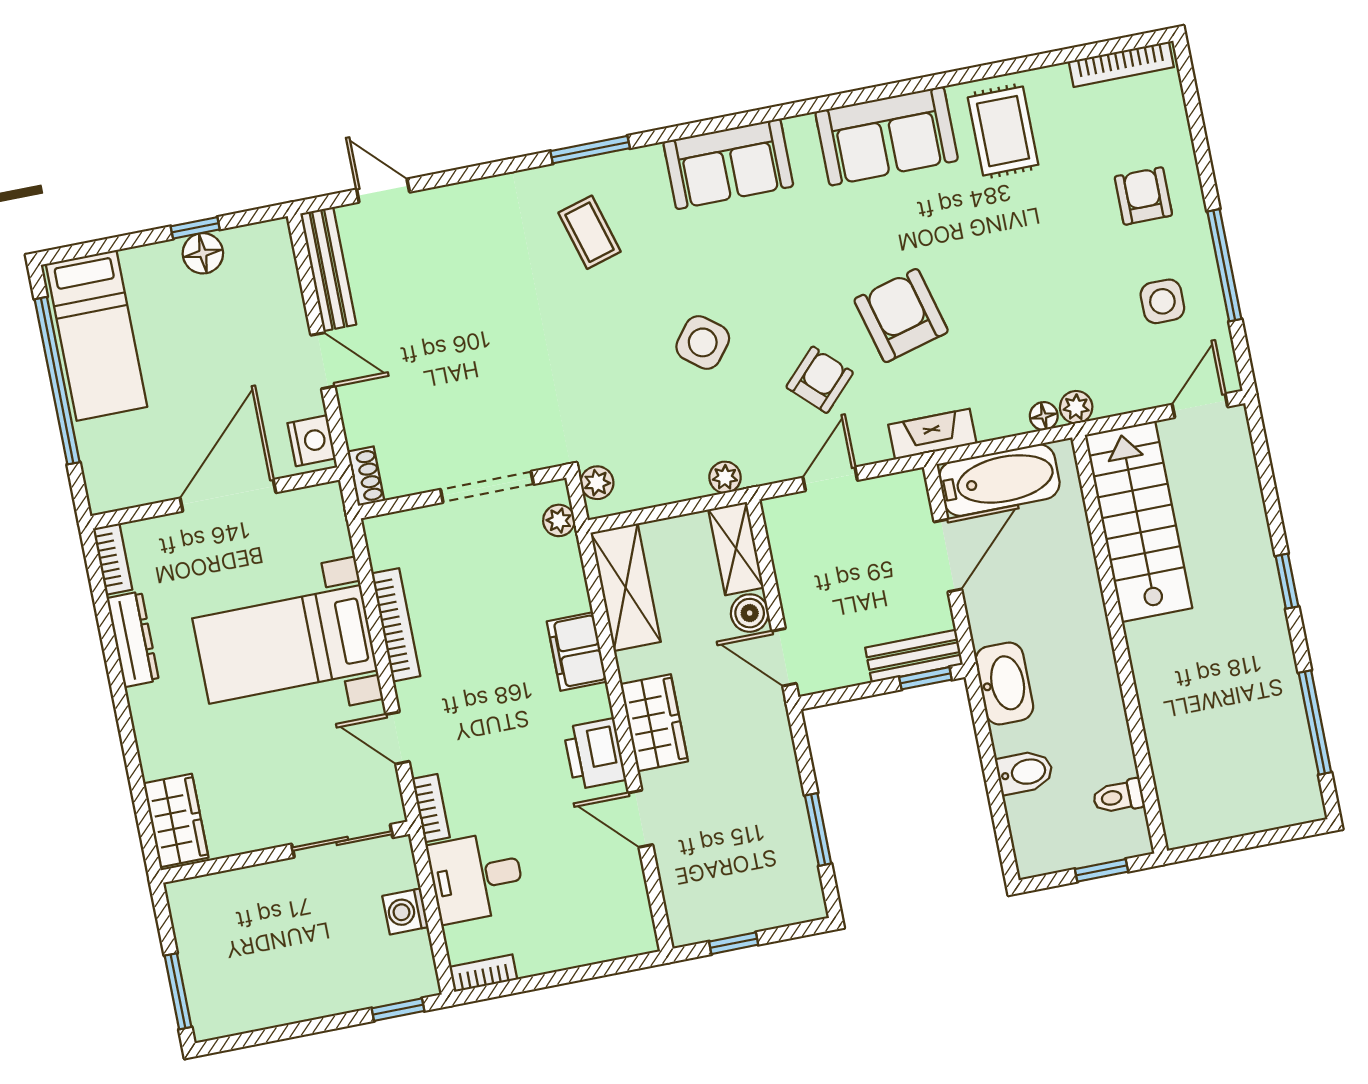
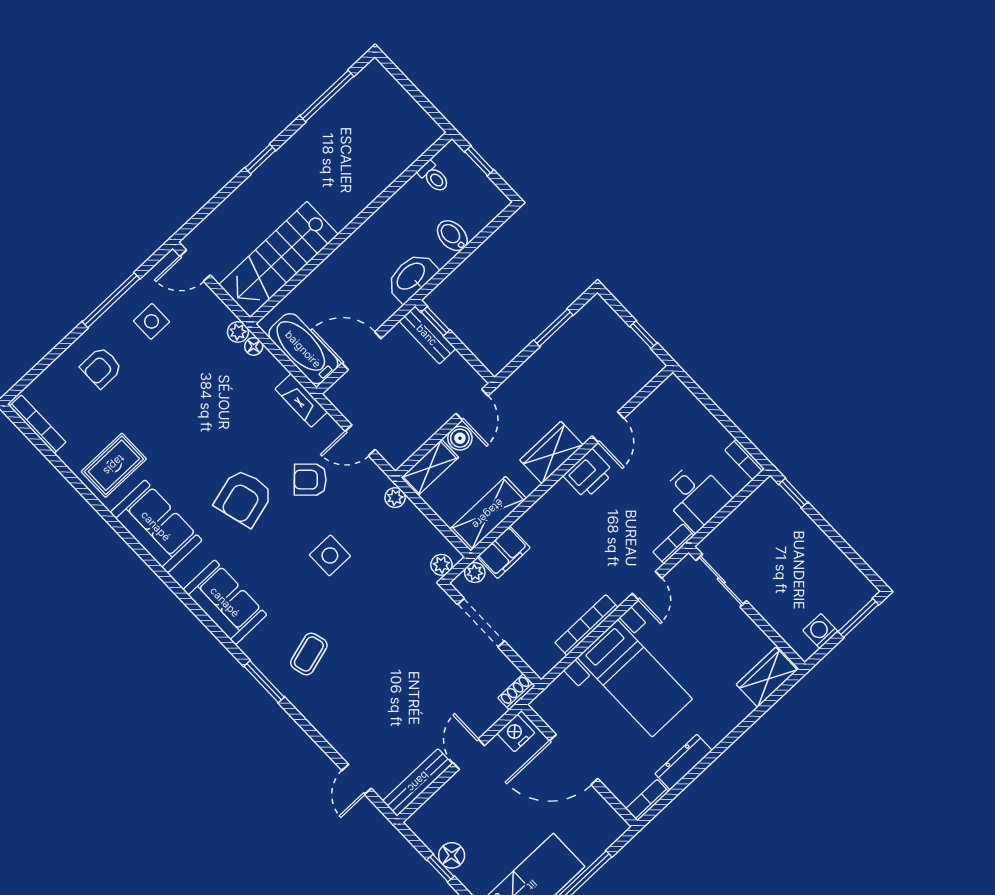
armchair: (901, 316) -> (244, 498), moved
side table: (703, 342) -> (330, 555), turned -38
filing cabinet: (577, 651) -> (504, 552), moved
washing machine: (405, 911) -> (820, 631), moved, turned 180

